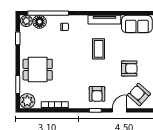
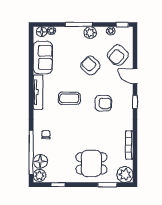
armchair: (129, 68) -> (90, 66), turned -47
dining table: (38, 70) -> (91, 163), turned 90
armchair: (97, 94) -> (103, 103), moved

